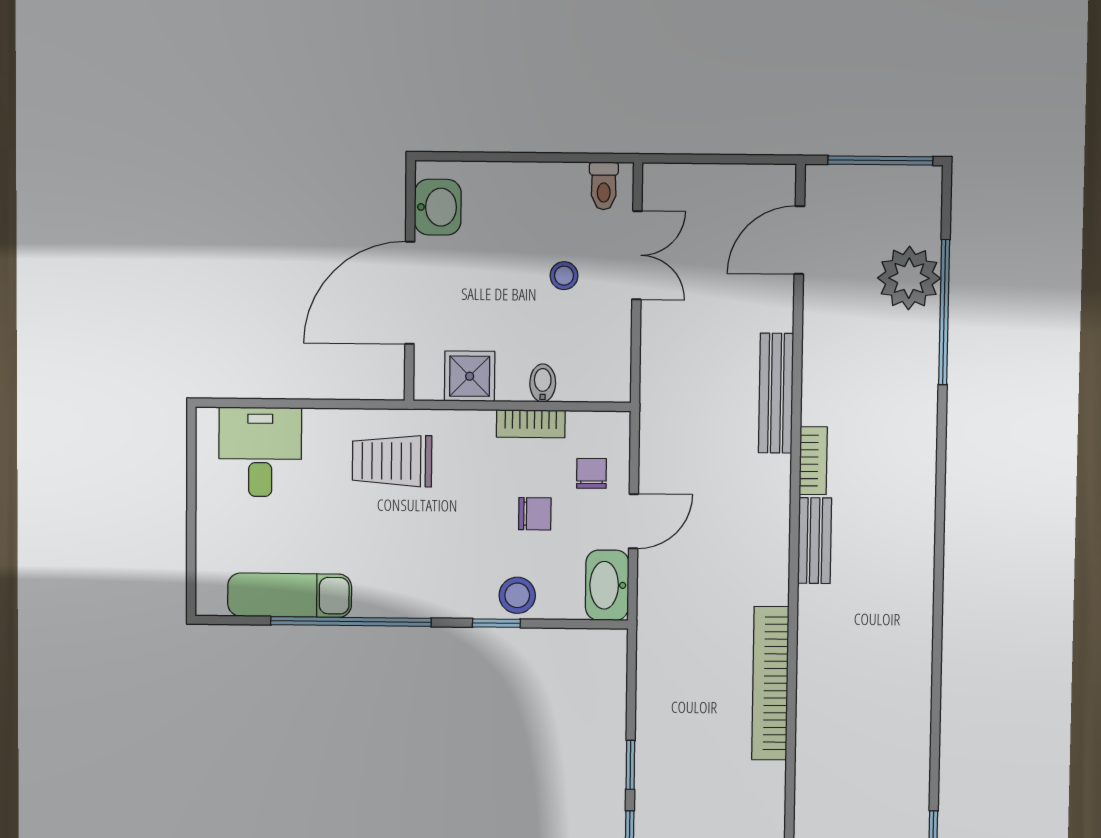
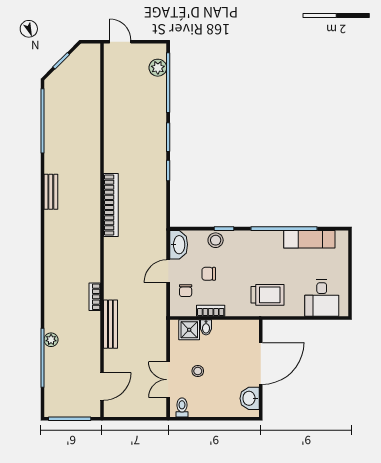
plant: (909, 278) -> (51, 340), moved, width x0.53, depth x0.53
shower: (470, 376) -> (189, 330), moved
bench: (815, 541) -> (51, 192), moved

